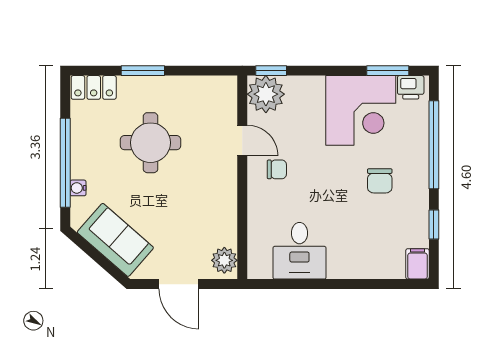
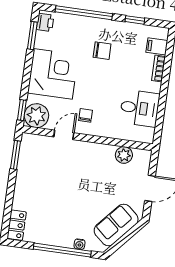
window: (143, 71) -> (16, 155), moved
corner desk: (361, 110) -> (53, 74), moved
round table: (151, 143) -> (57, 194), removed
plant: (224, 260) -> (124, 155), moved
filing cabinet: (417, 264) -> (157, 46), moved
bookcase: (364, 271) -> (158, 69), added

